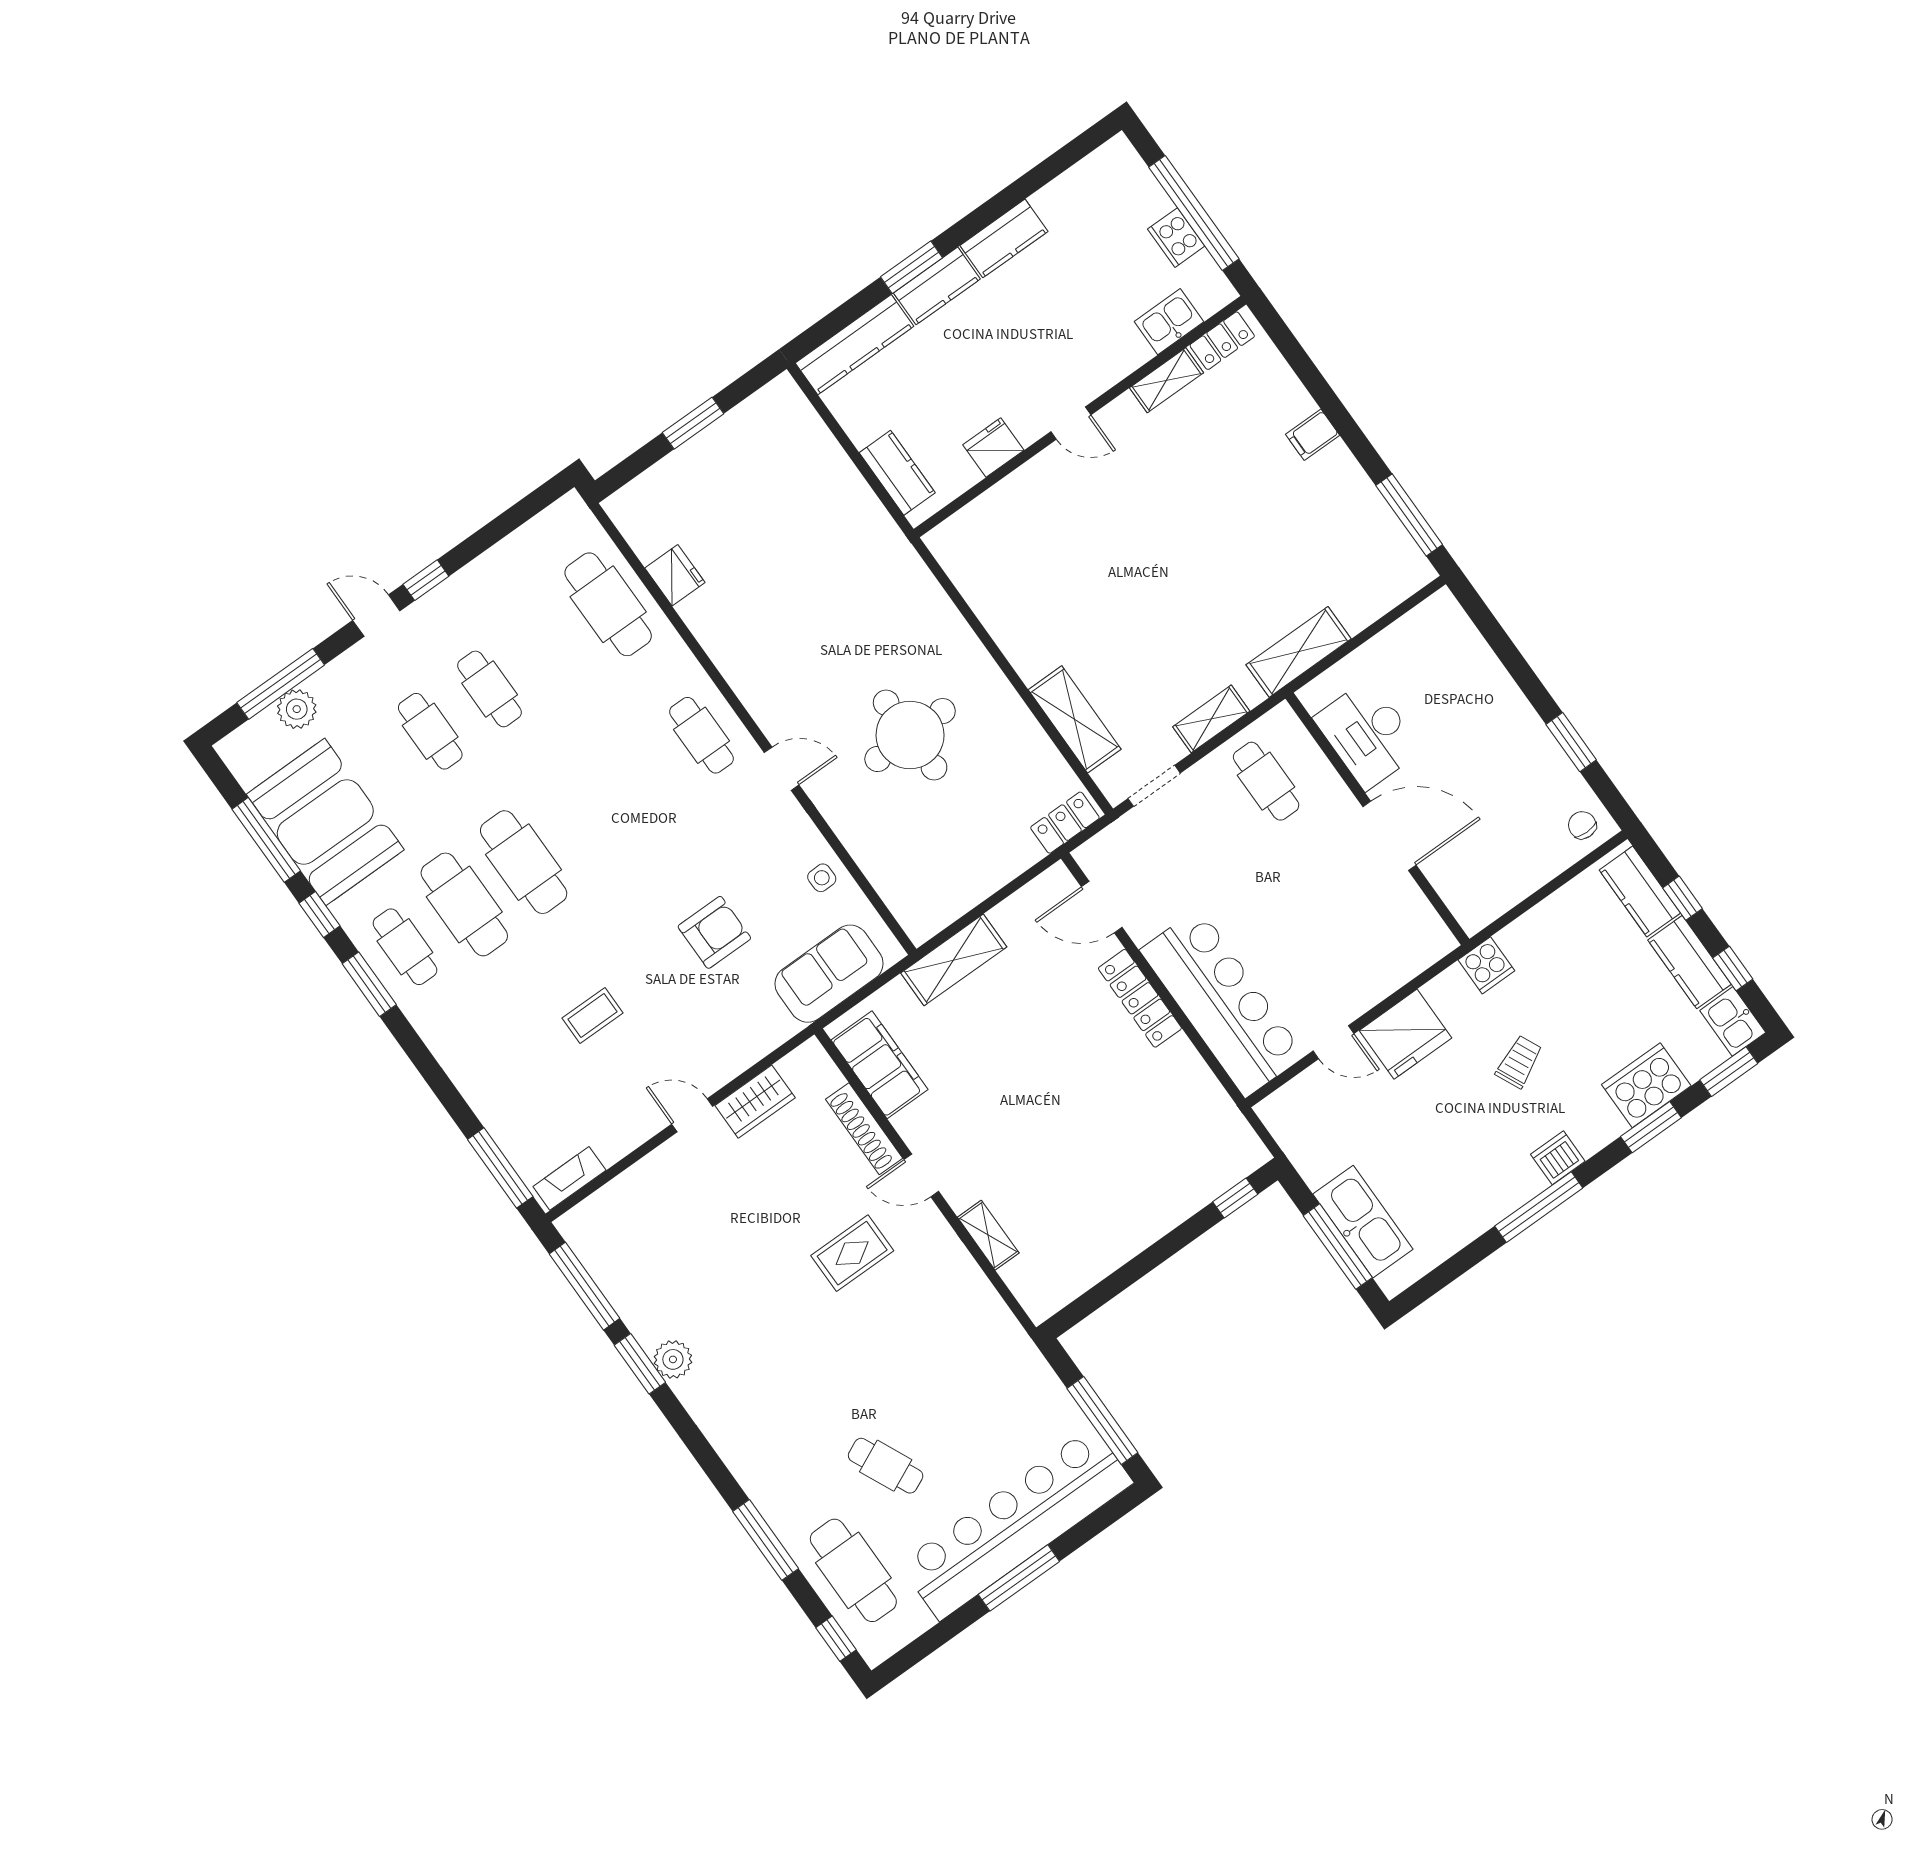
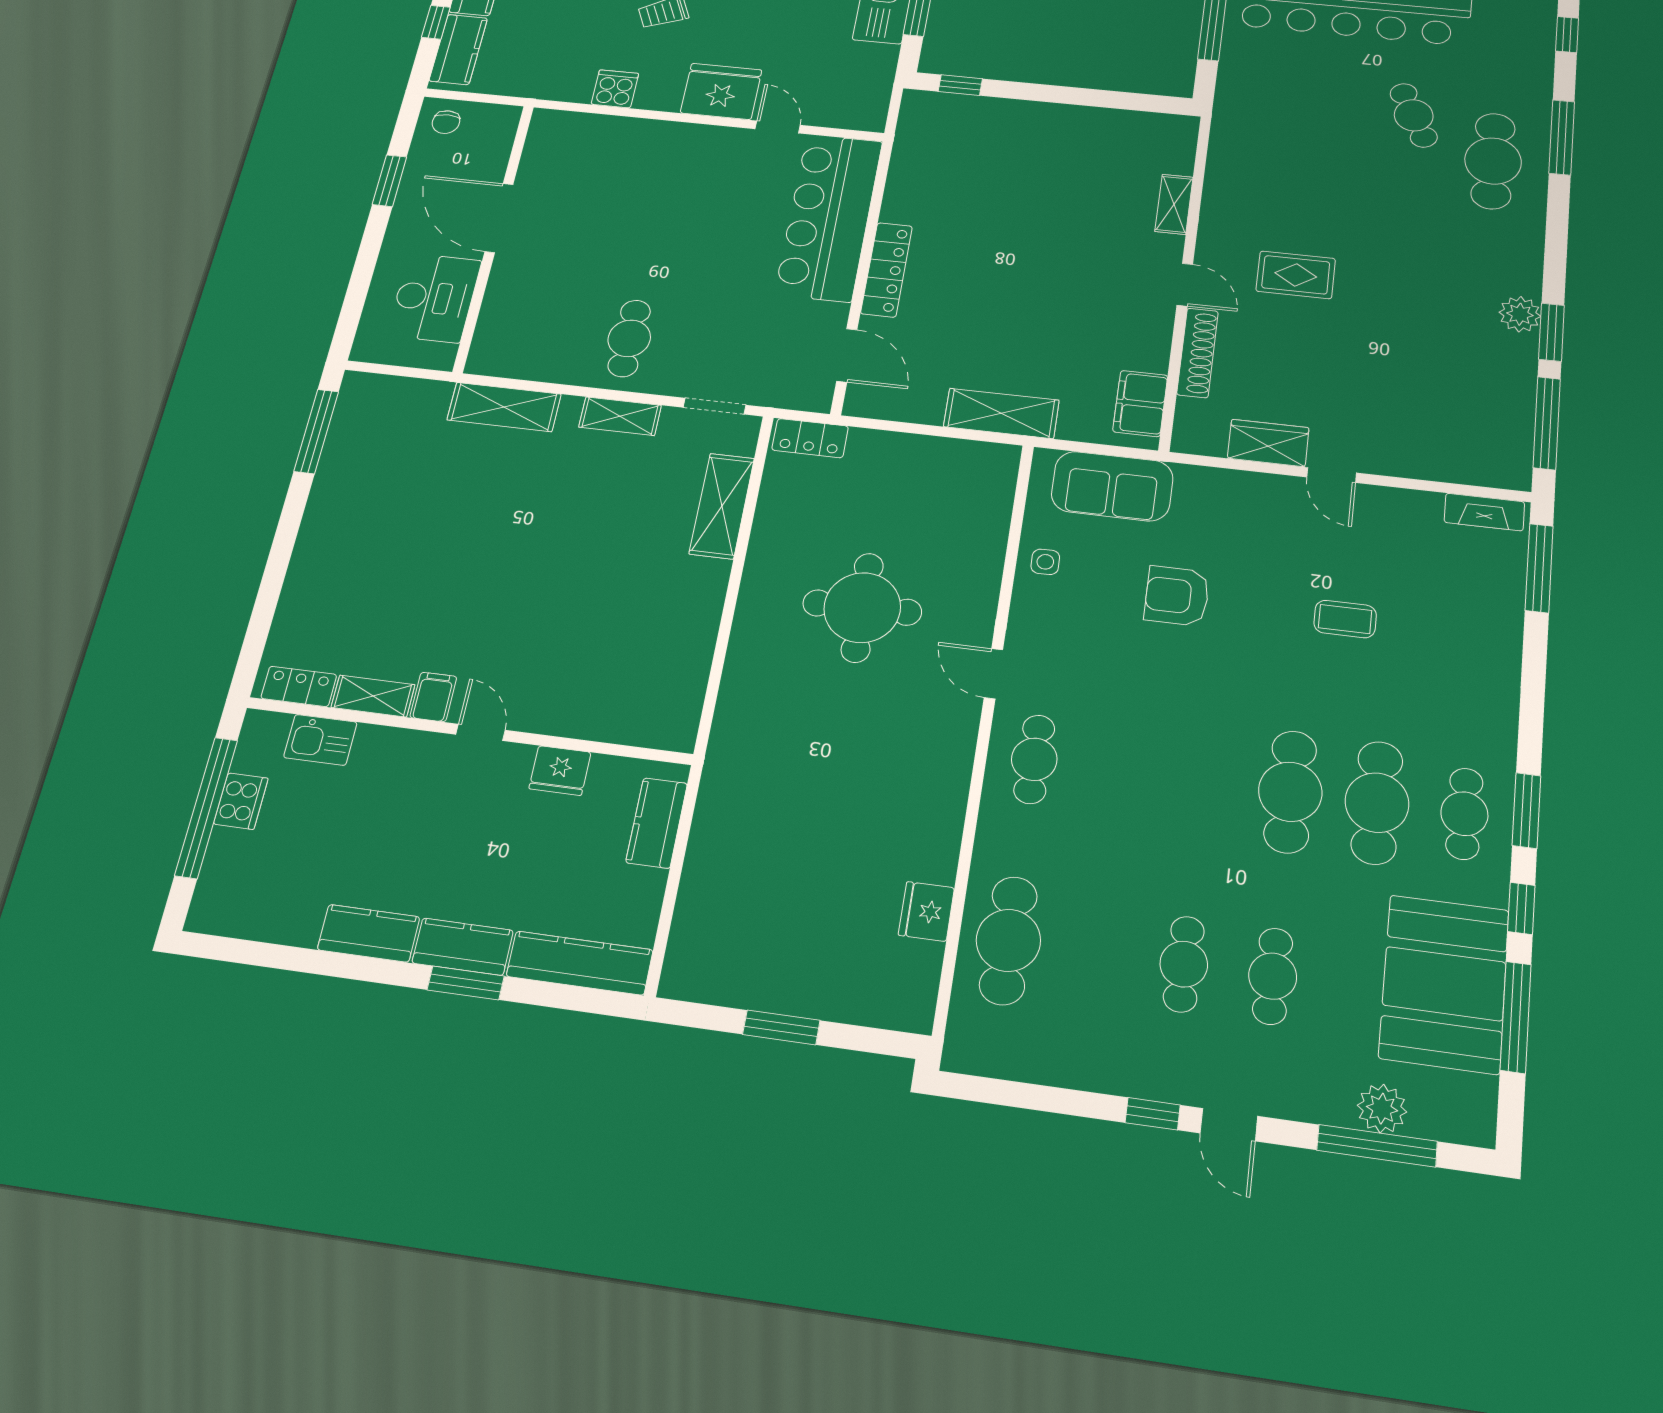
filing cabinet: (1313, 435) -> (433, 697), moved, turned -90
desk: (1368, 734) -> (434, 298), moved
wall: (1377, 819) -> (494, 236), moved
door: (1389, 836) -> (499, 218), moved
filing cabinet: (880, 1065) -> (1140, 403), width x0.67, depth x0.86
cafe table: (853, 1570) -> (1493, 161), moved

